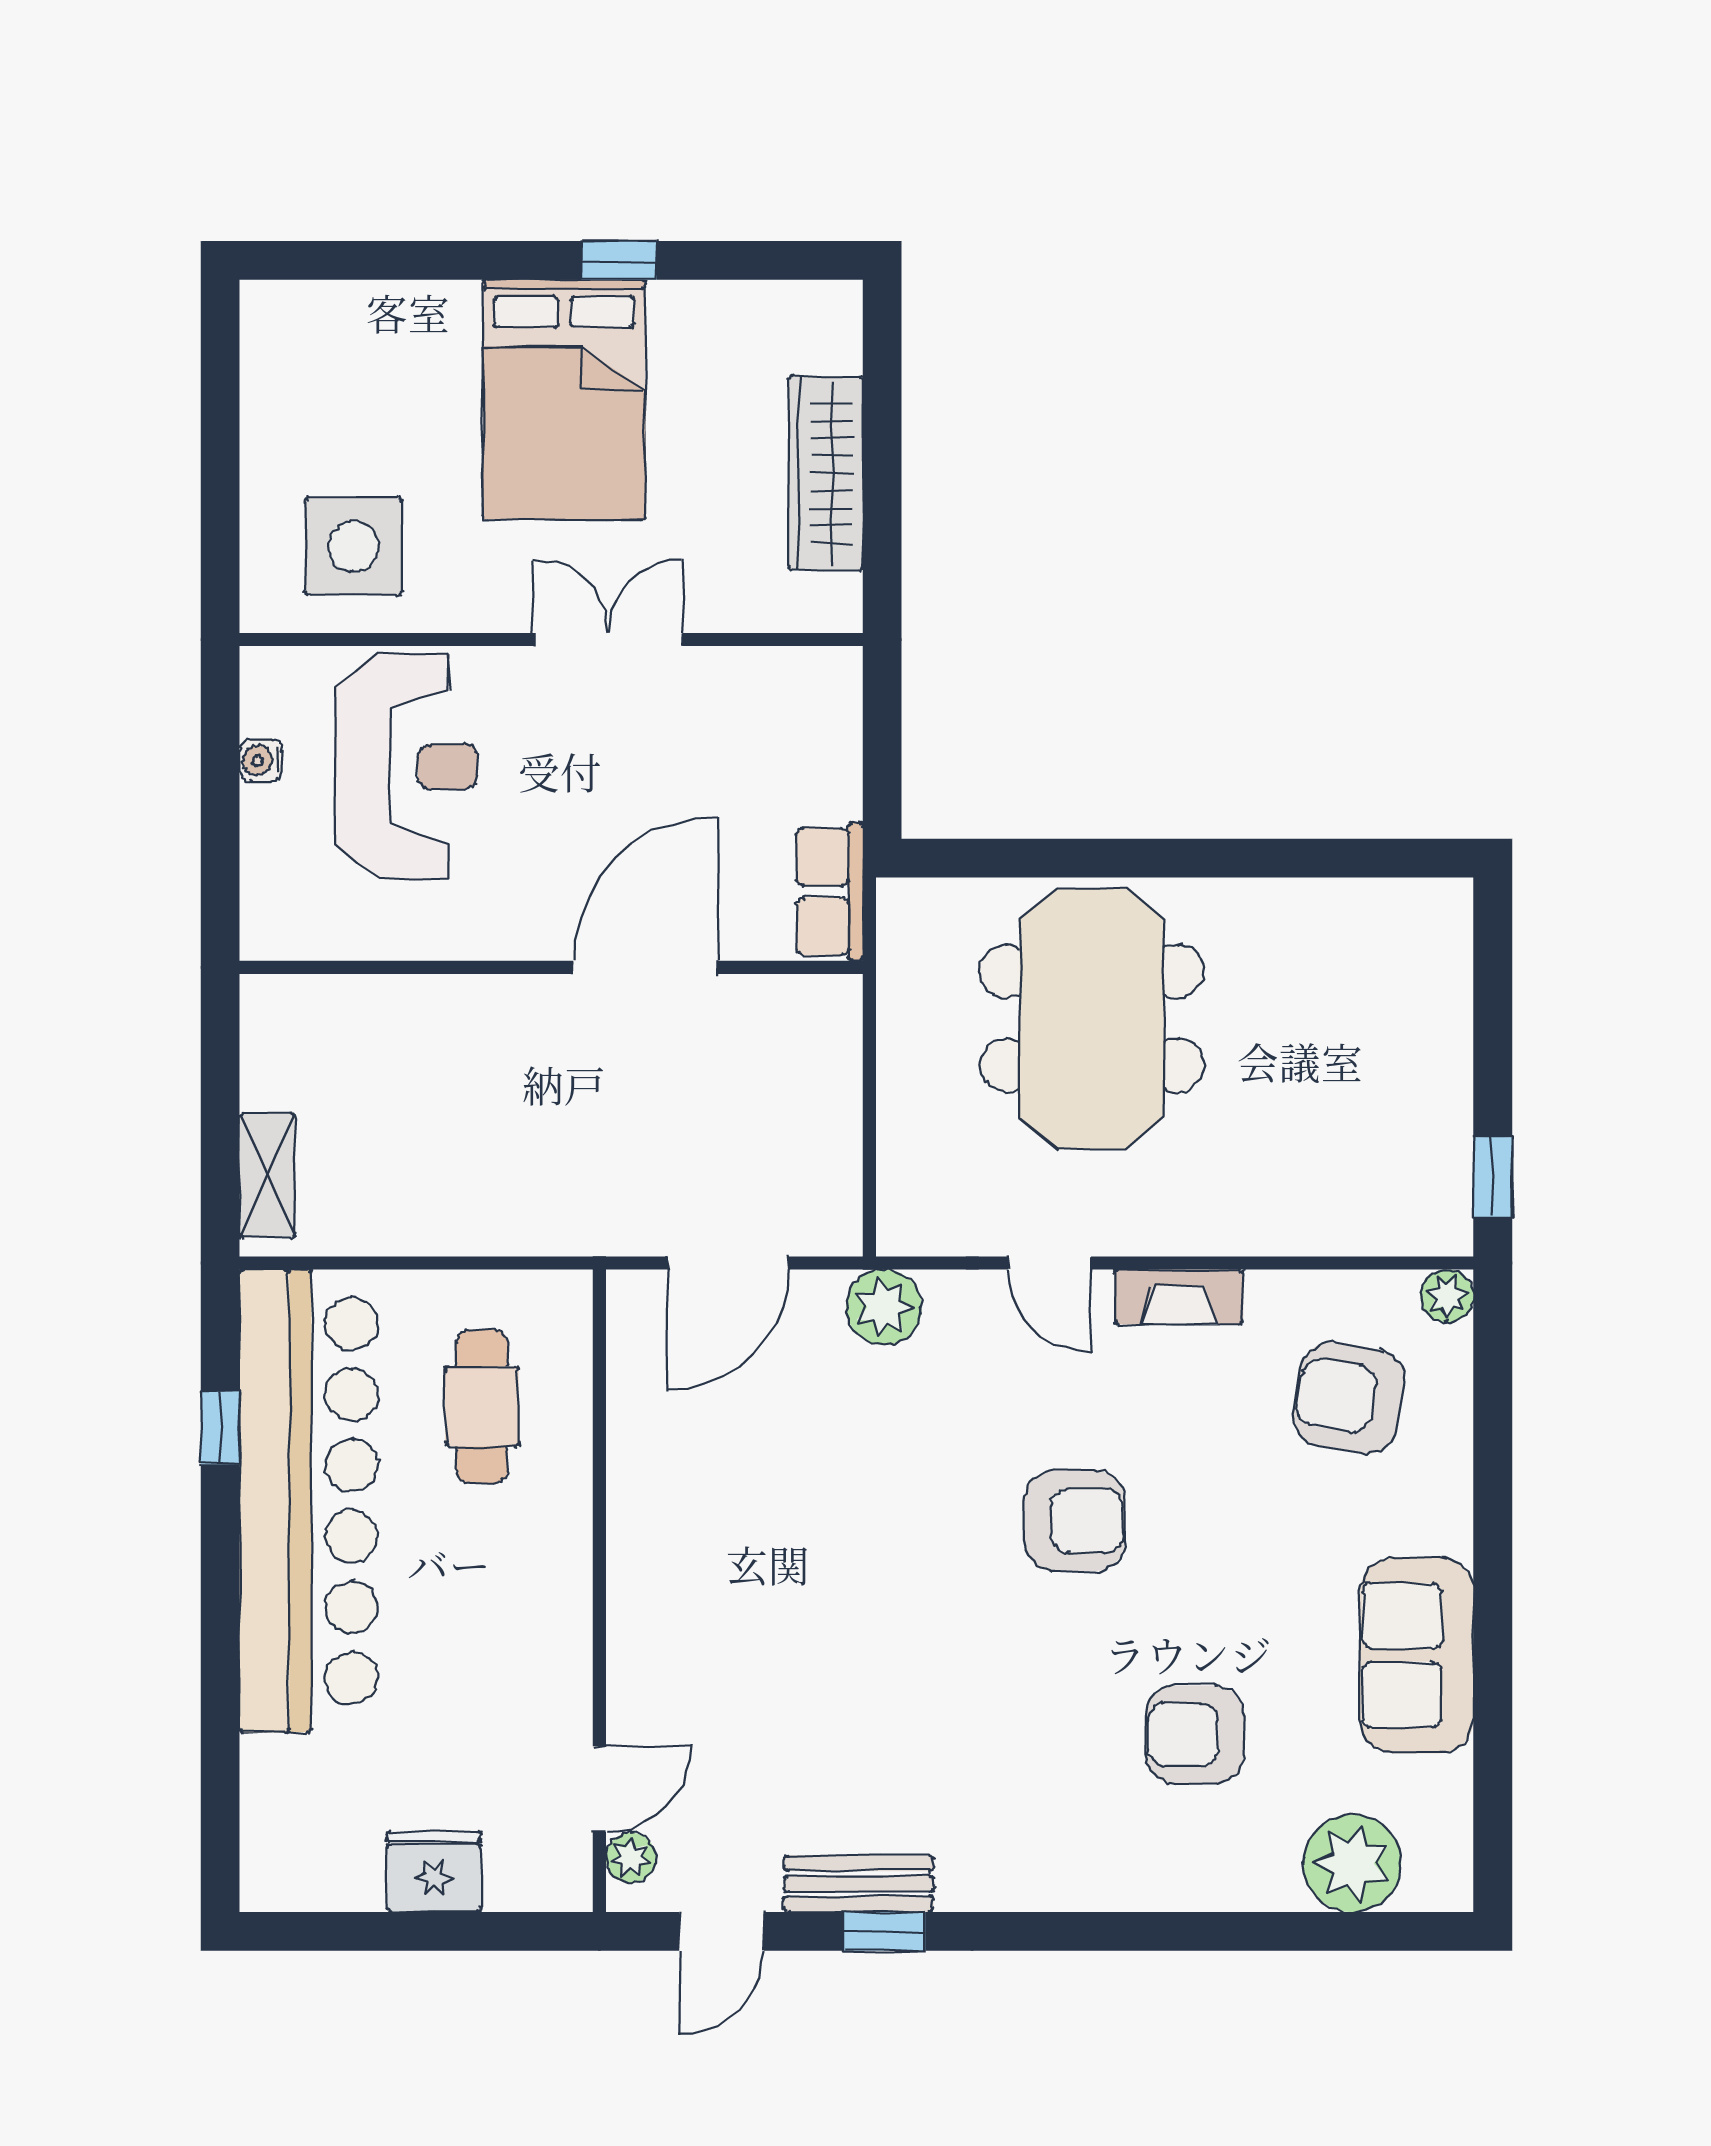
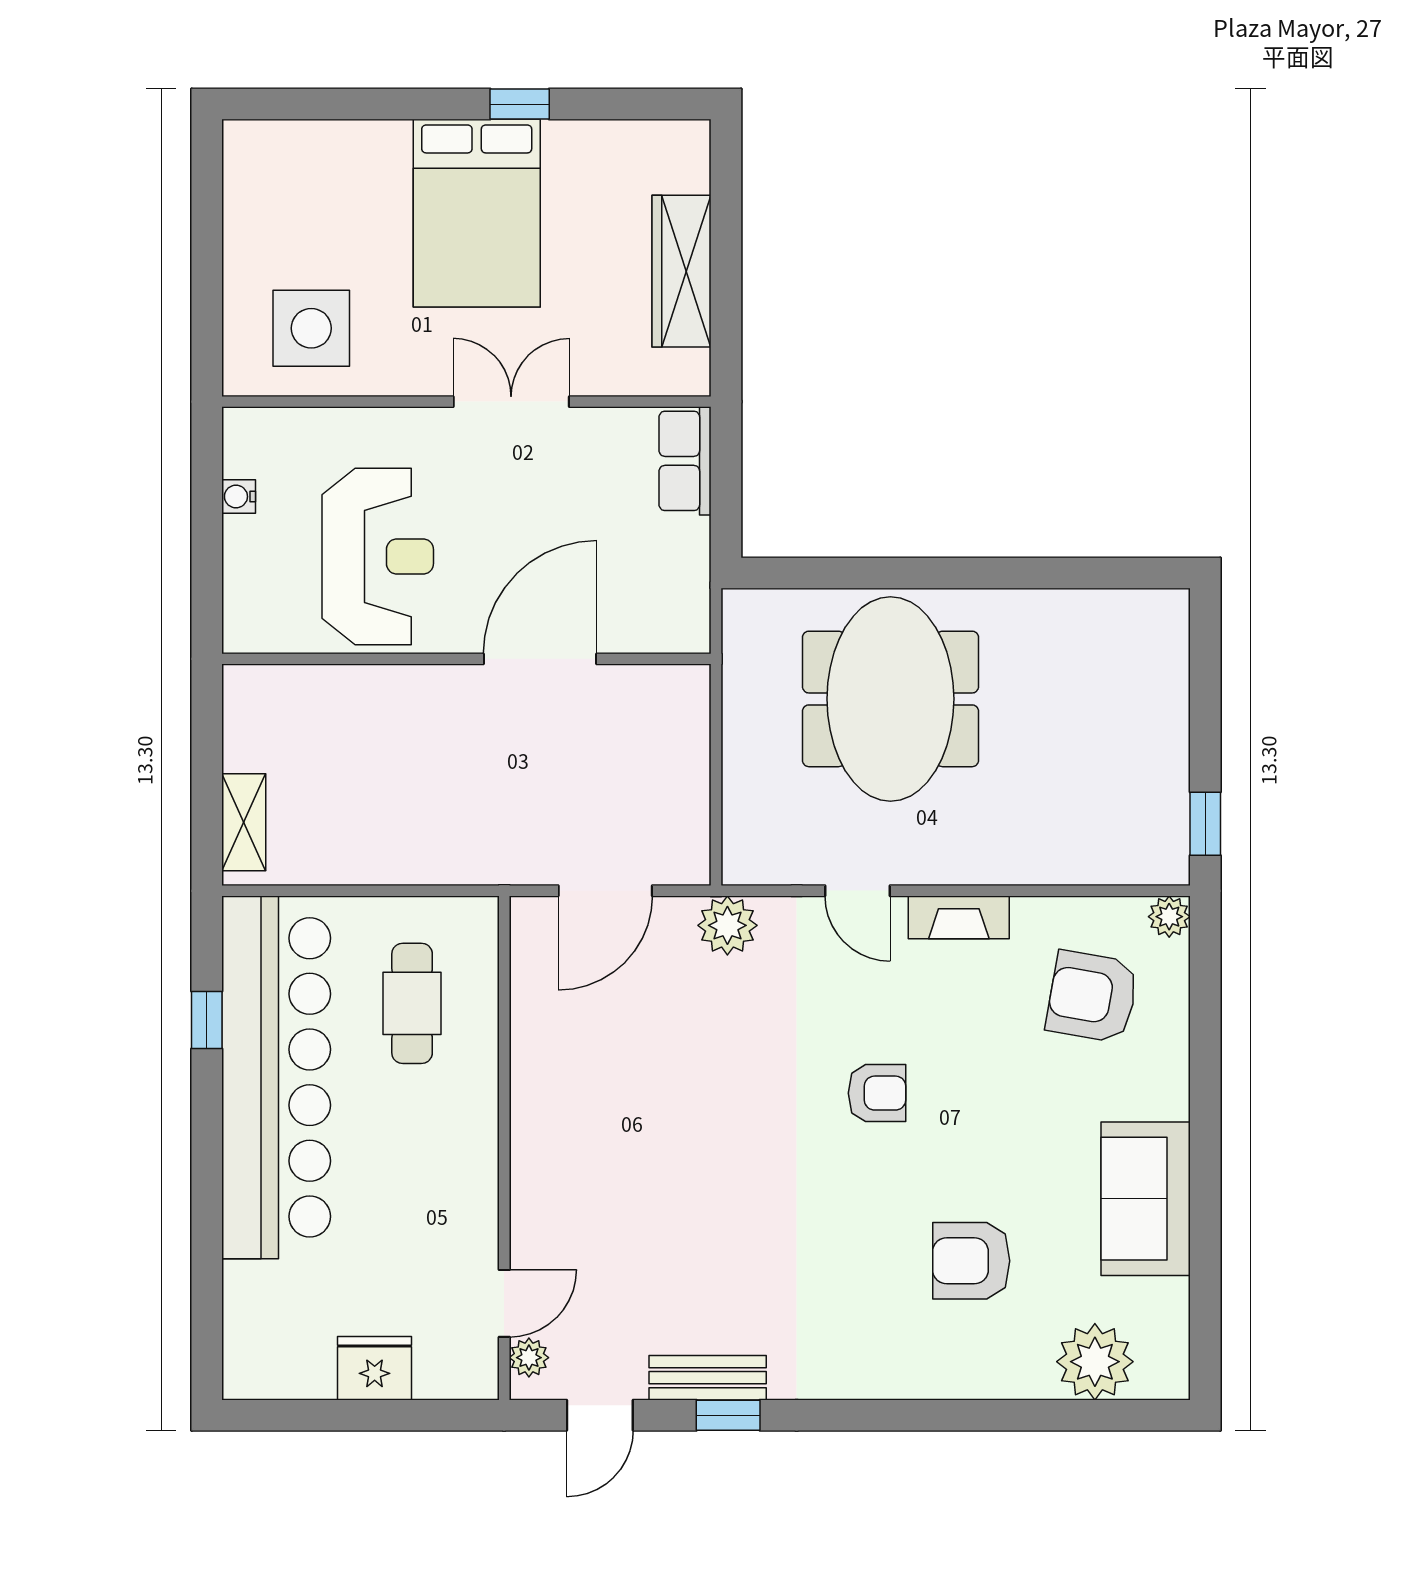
reception desk: (407, 766) -> (378, 556), moved
row of seats: (830, 892) -> (685, 461), moved
armchair: (1075, 1521) -> (877, 1093), width x0.72, depth x0.72

